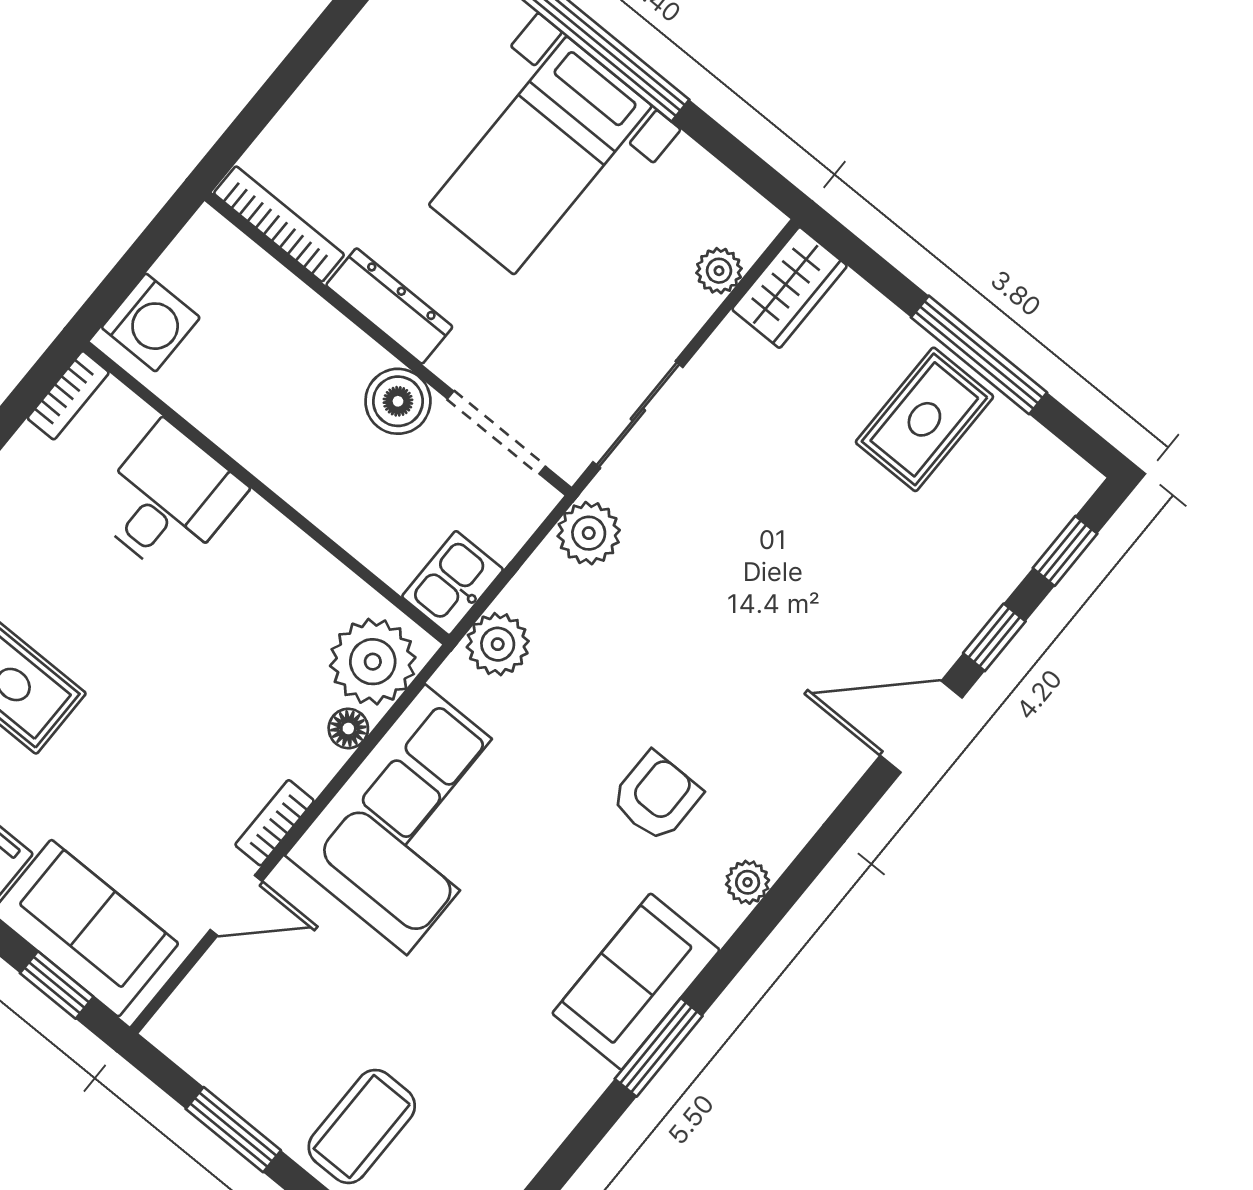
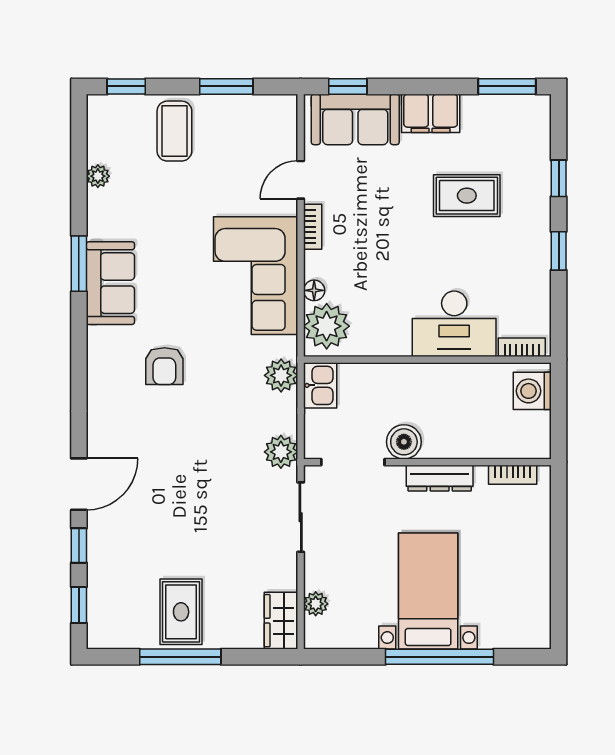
bookcase: (279, 224) -> (513, 475), width x0.64
bookcase: (68, 395) -> (522, 347), moved, turned 90
desk: (168, 500) -> (454, 324), width x1.37
plant: (748, 882) -> (98, 176), moved

